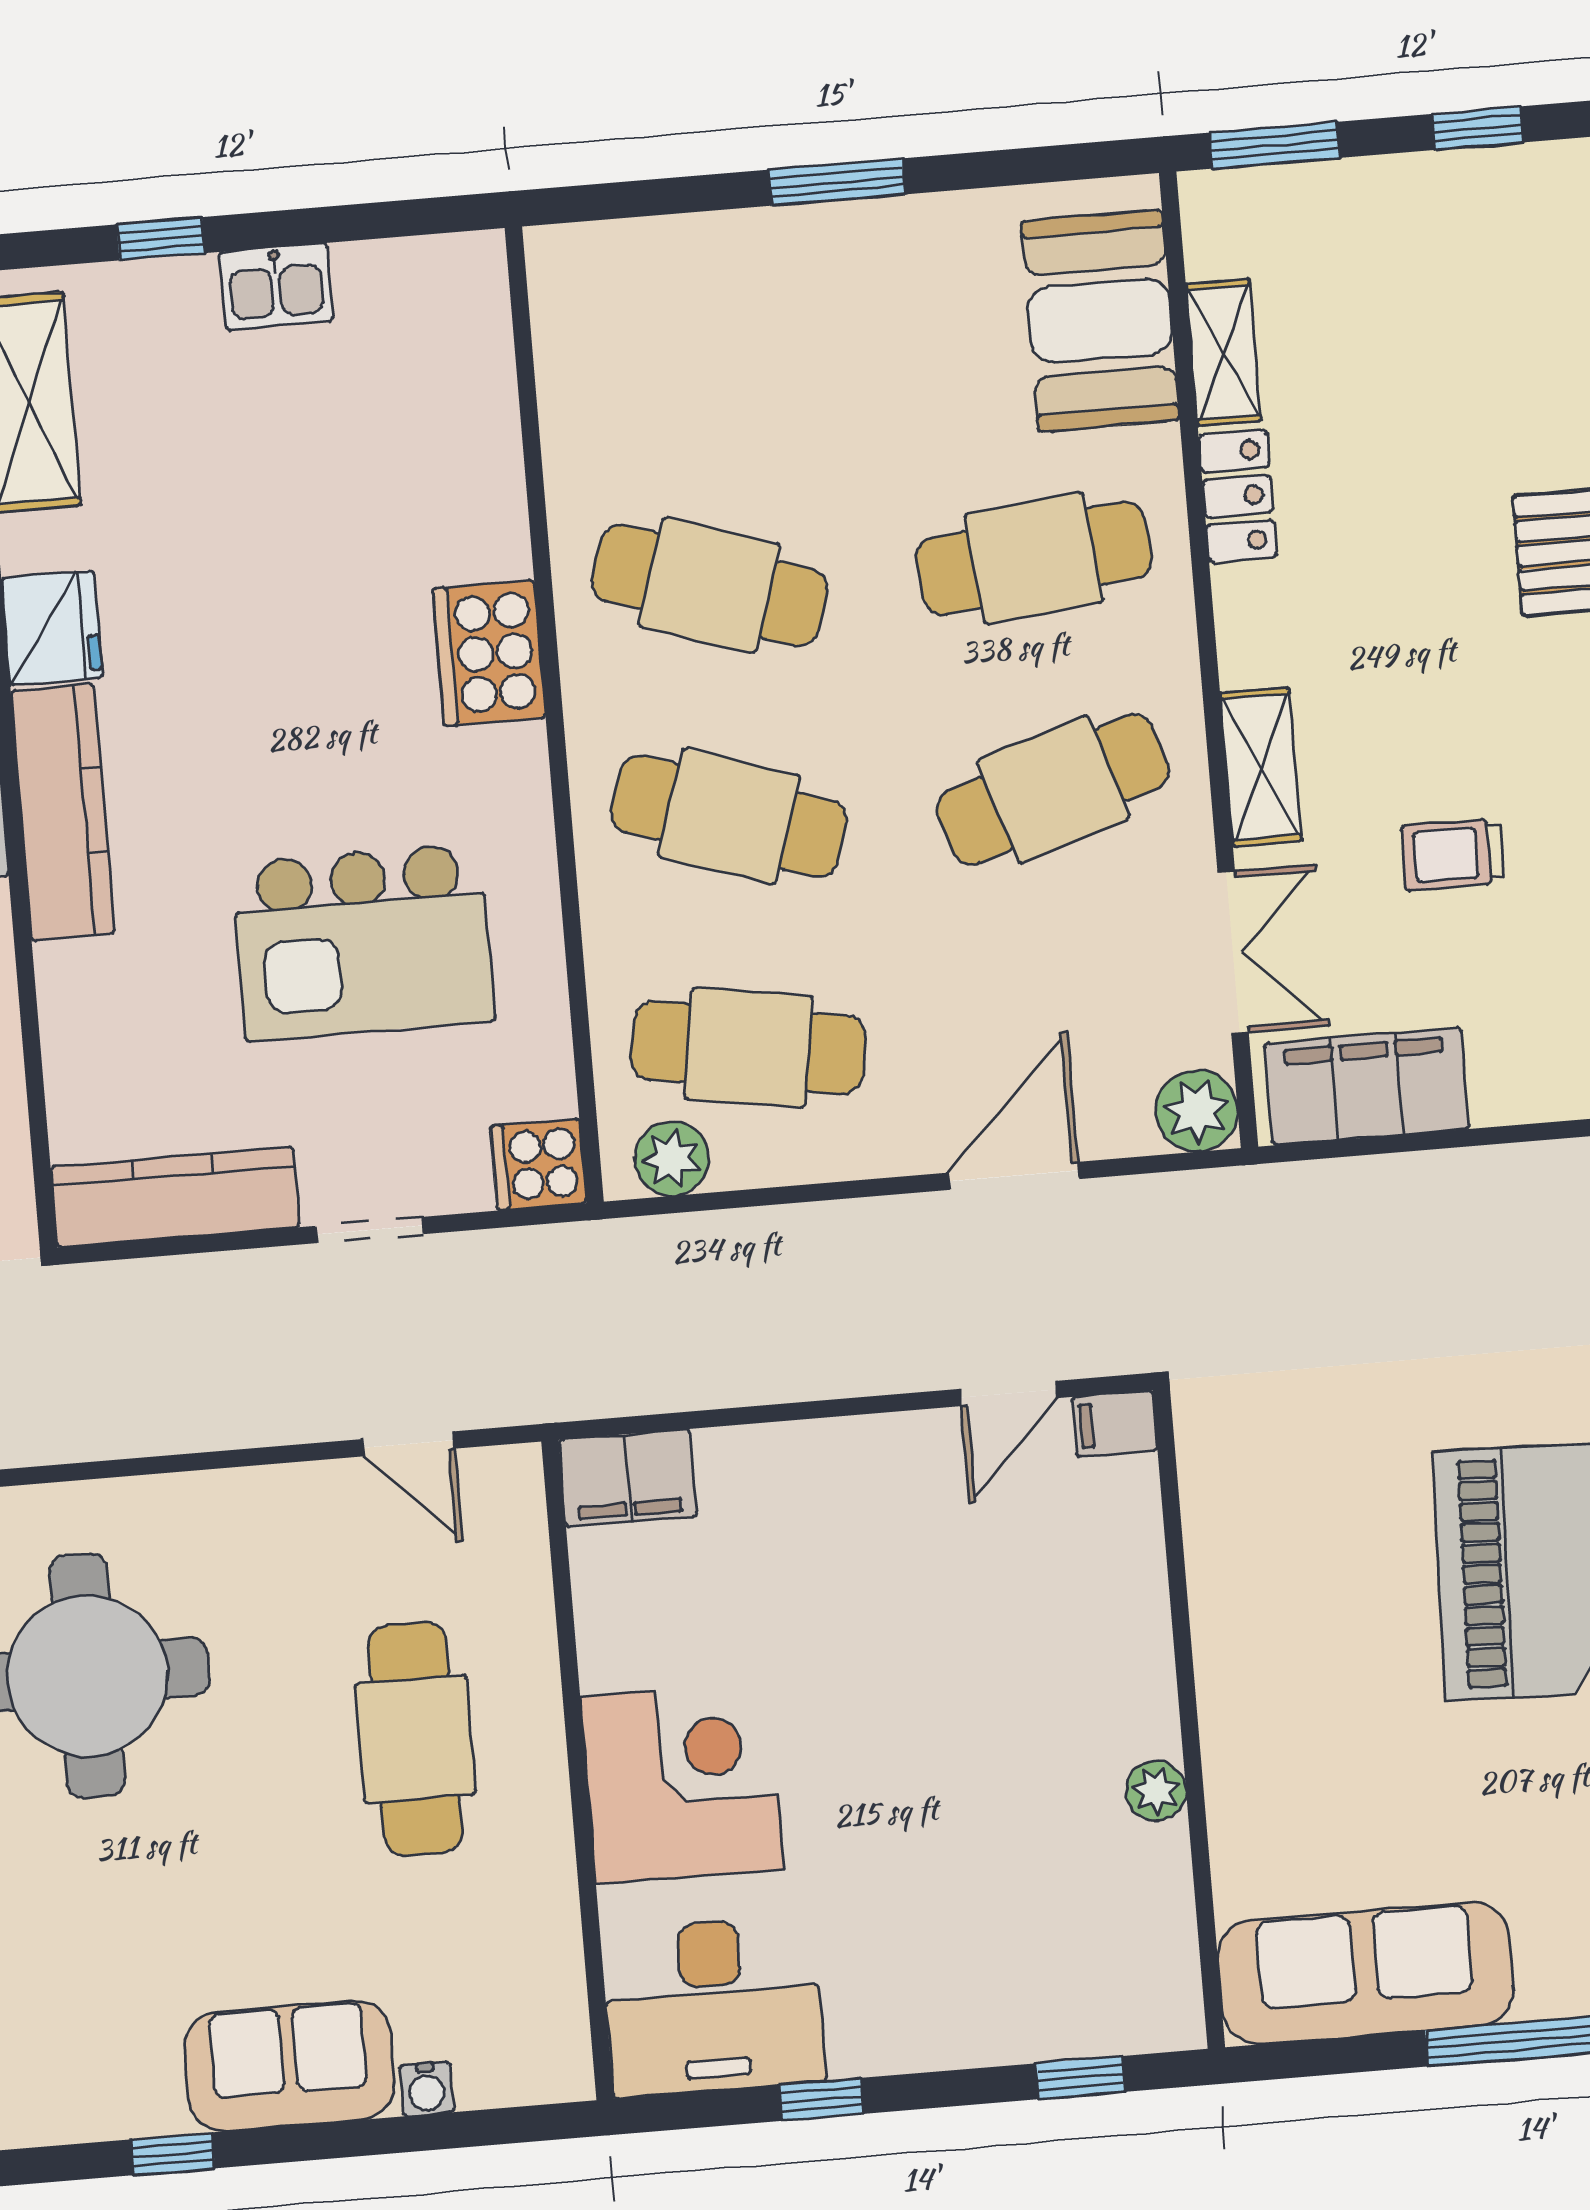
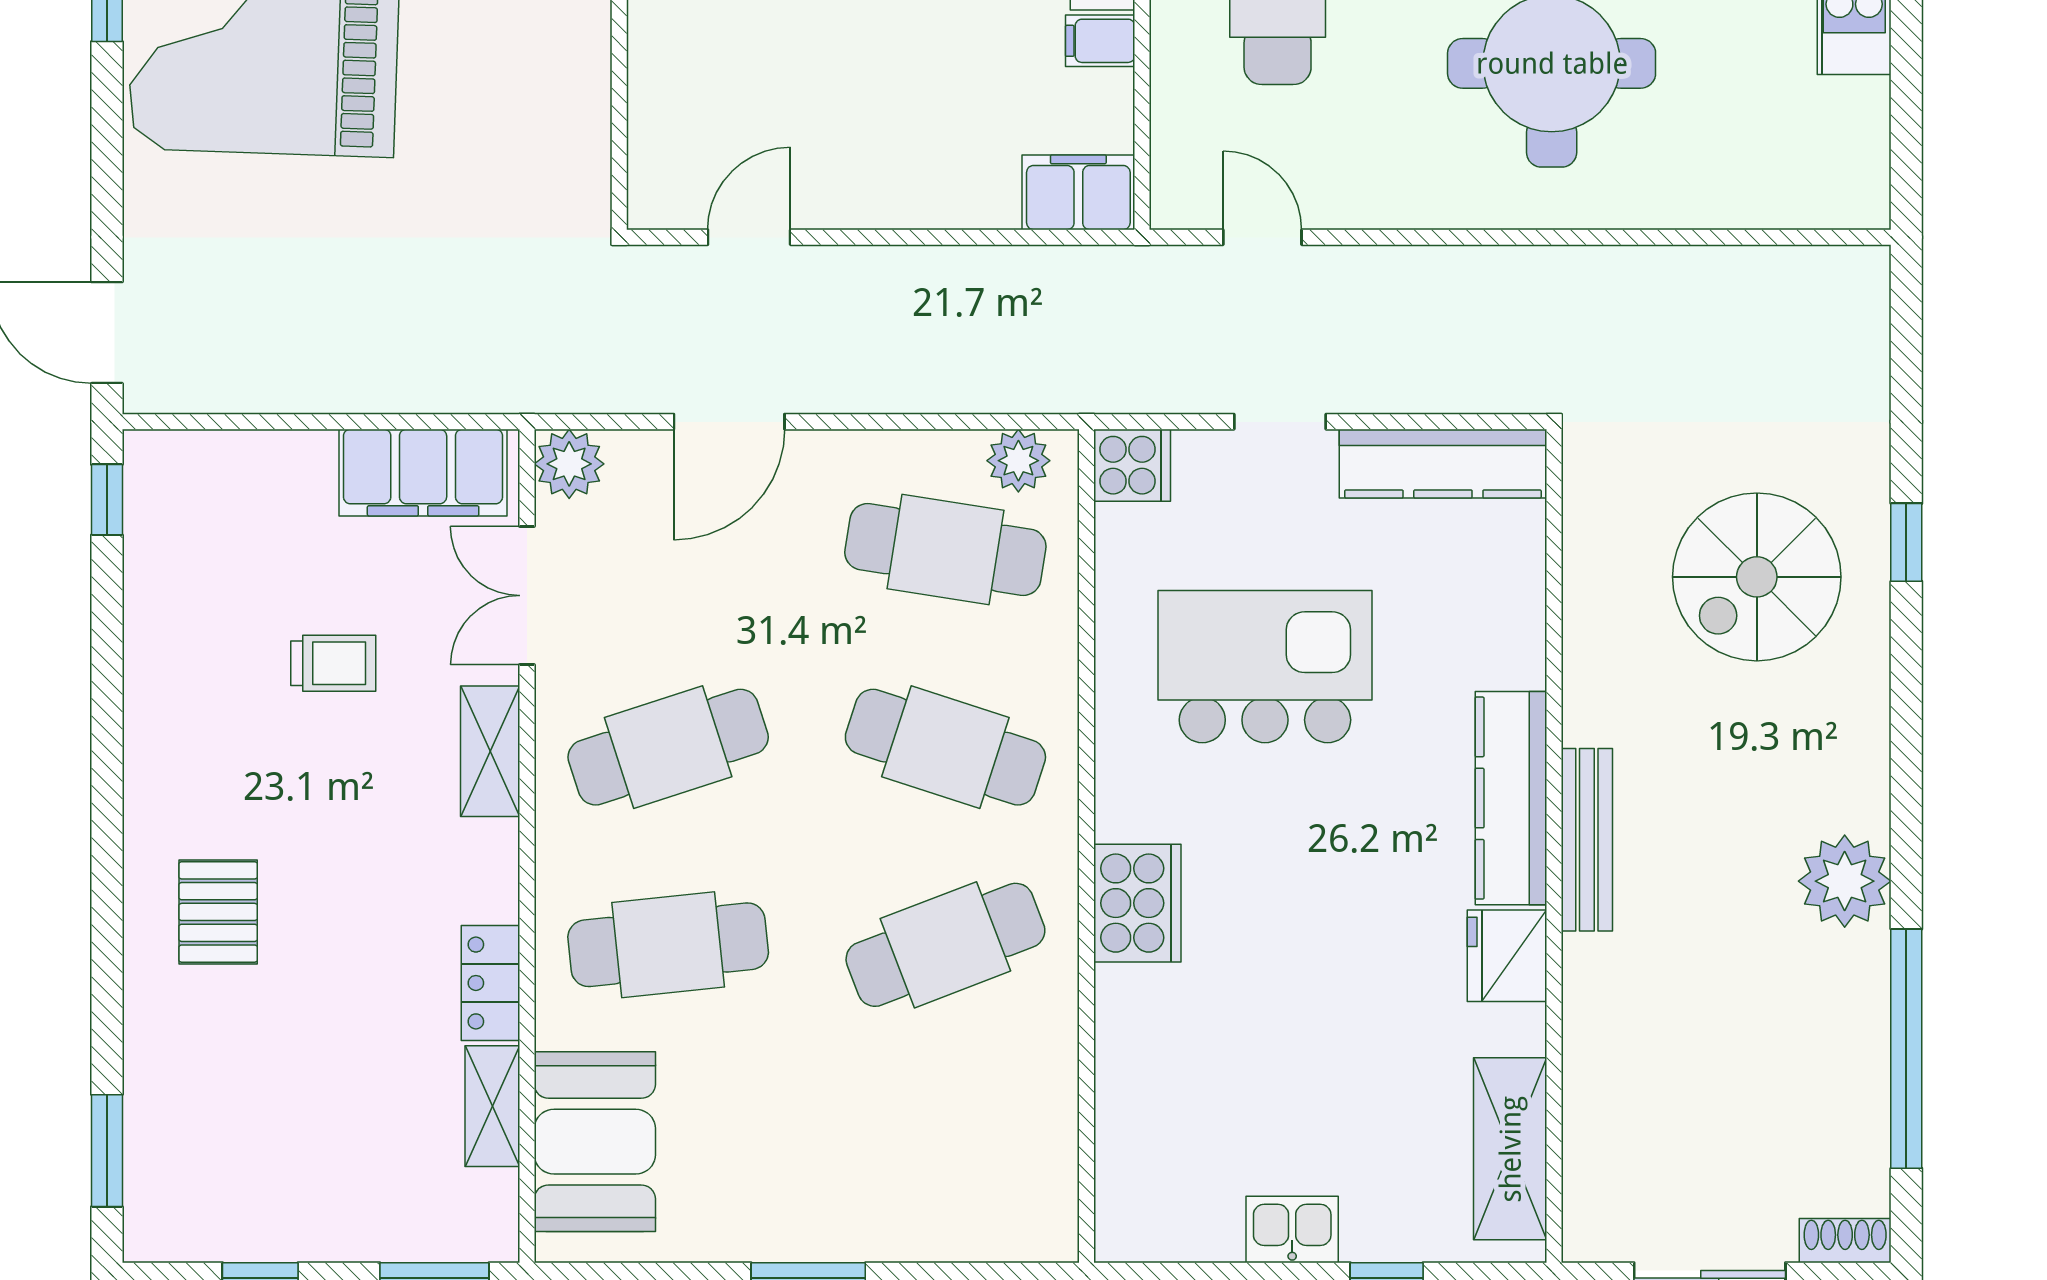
cafe table: (710, 585) -> (945, 945), turned -39
filing cabinet: (1115, 1424) -> (1100, 41), moved, turned 180

